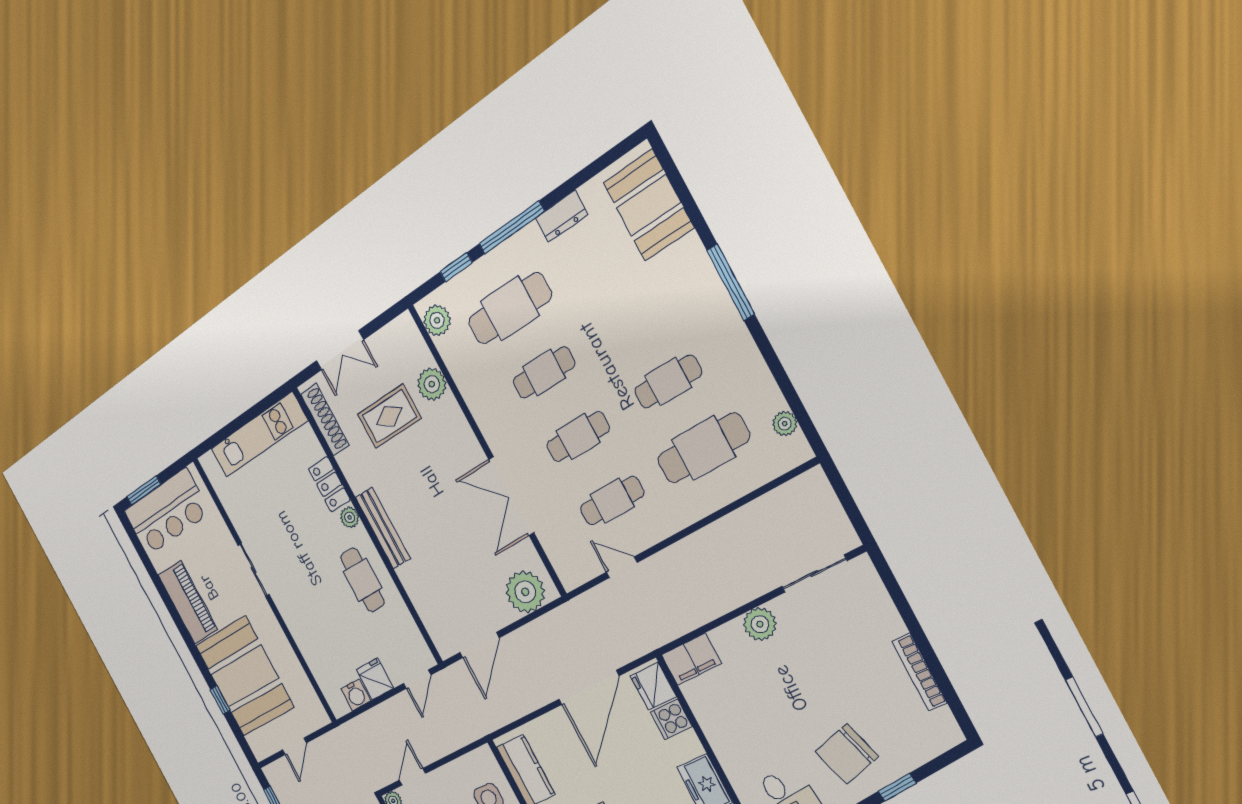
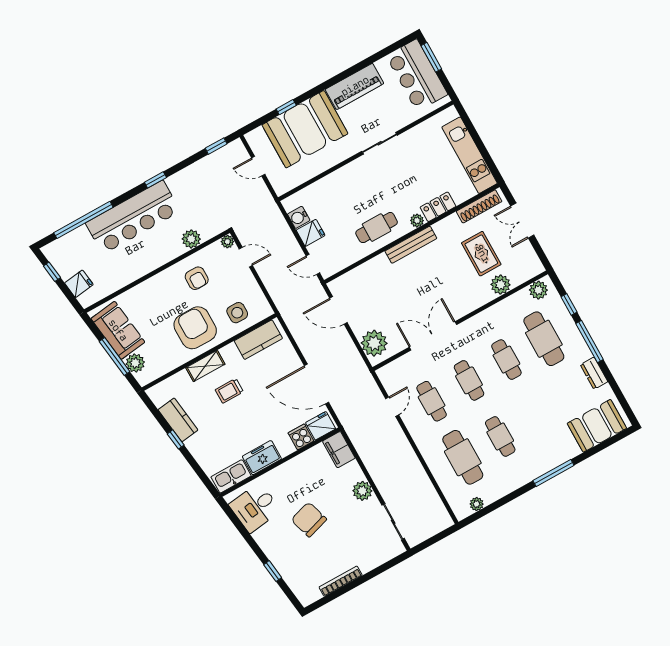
chair: (847, 754) -> (309, 519), moved

